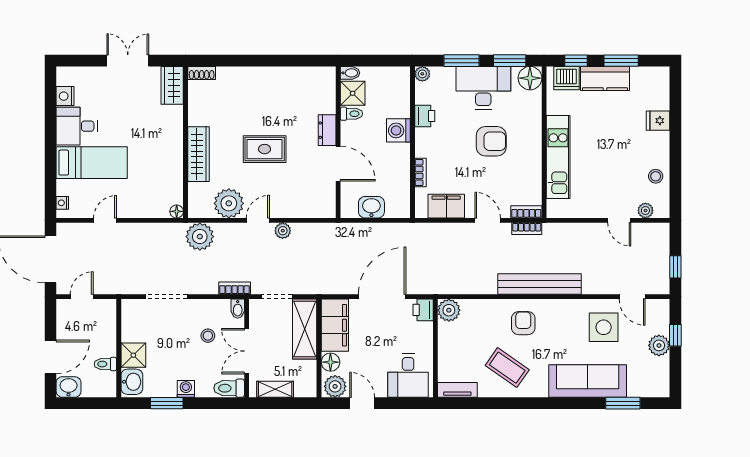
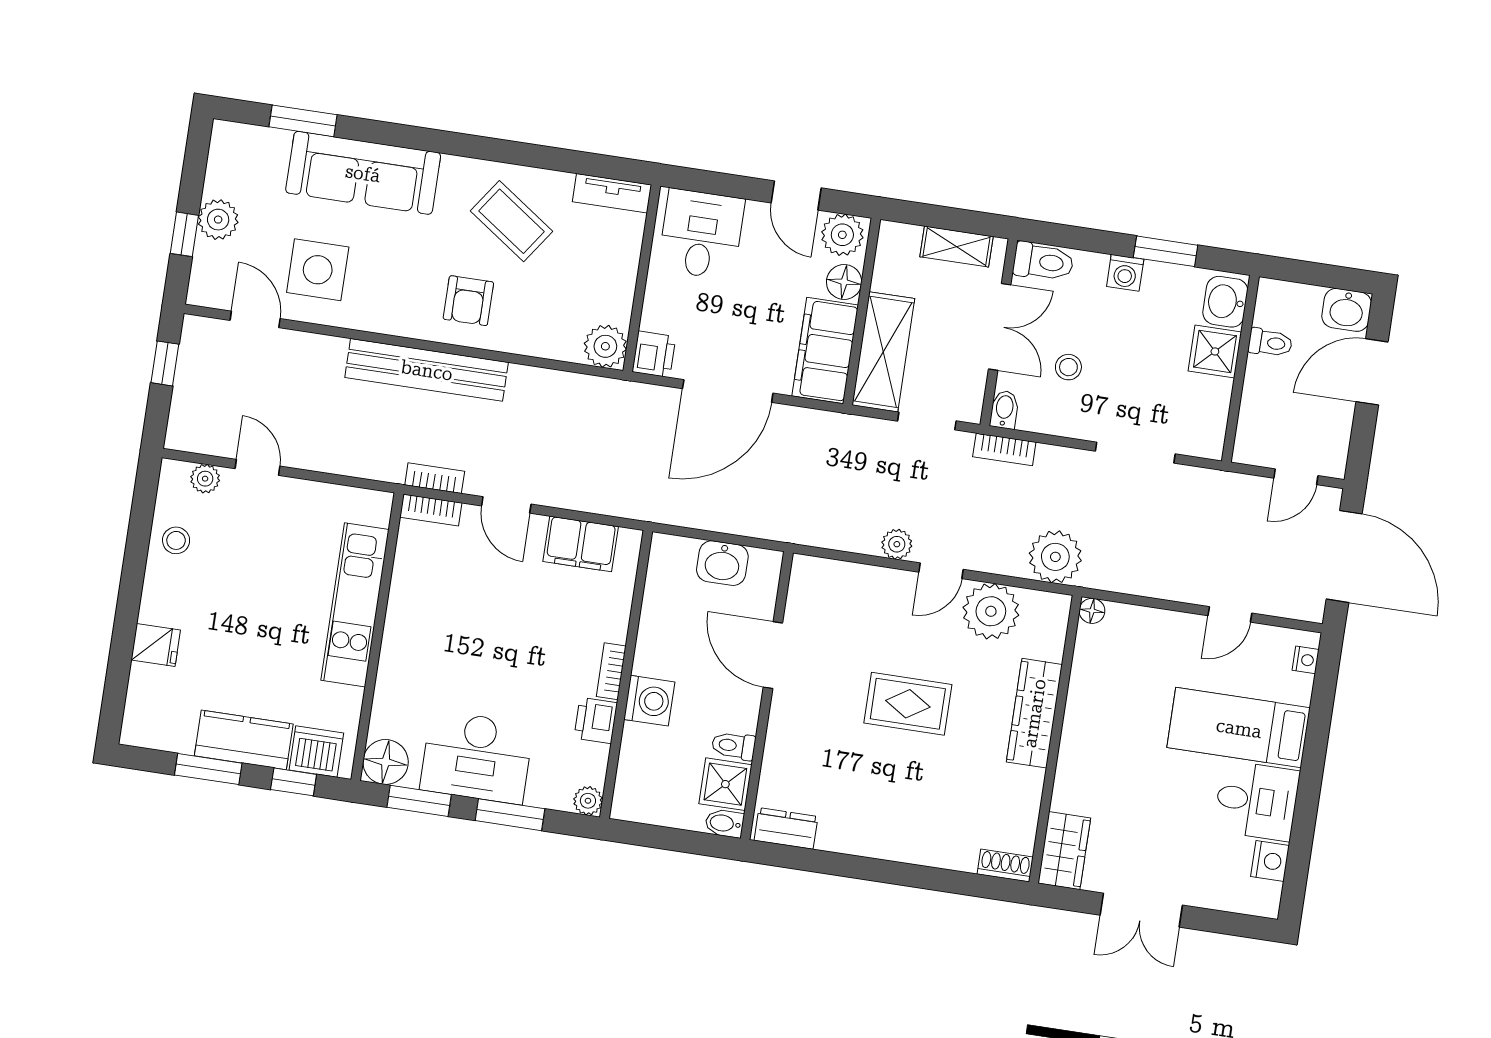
dresser: (327, 130) -> (786, 828), moved, turned -90
armchair: (491, 141) -> (477, 654), removed
bookcase: (420, 172) -> (611, 671), moved

